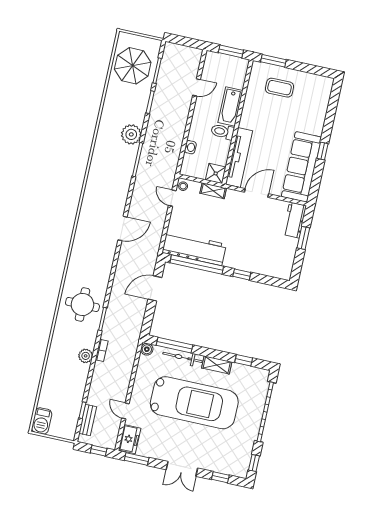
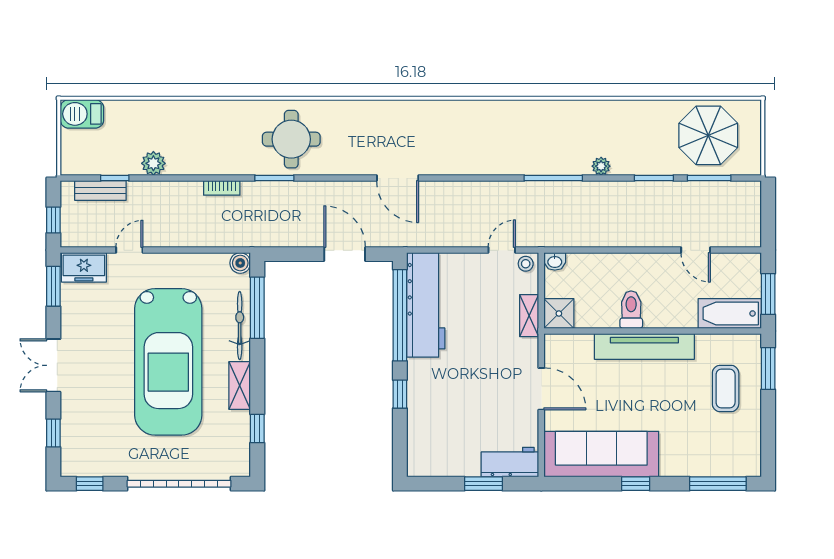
window: (333, 104) -> (718, 484), added
bathtub: (230, 106) -> (730, 313), moved
plant: (131, 134) -> (601, 166), width x0.53, depth x0.53
washbasin: (190, 147) -> (555, 261), moved
tv unit: (239, 158) -> (644, 347), moved
door: (122, 228) -> (398, 178), moved
plant: (86, 356) -> (153, 163), moved

